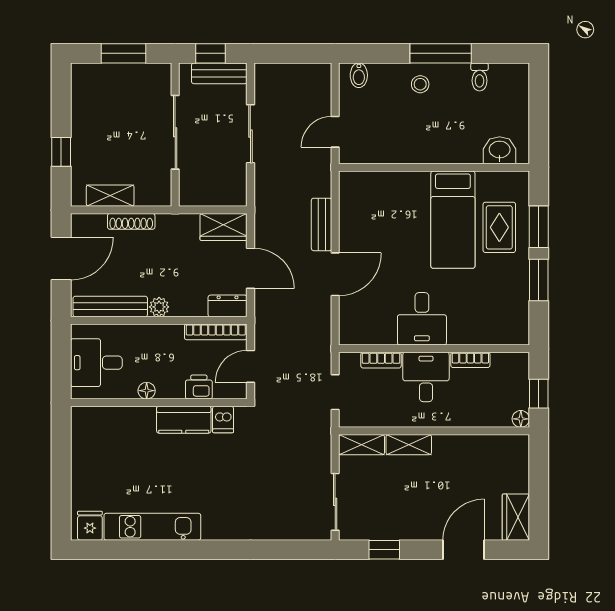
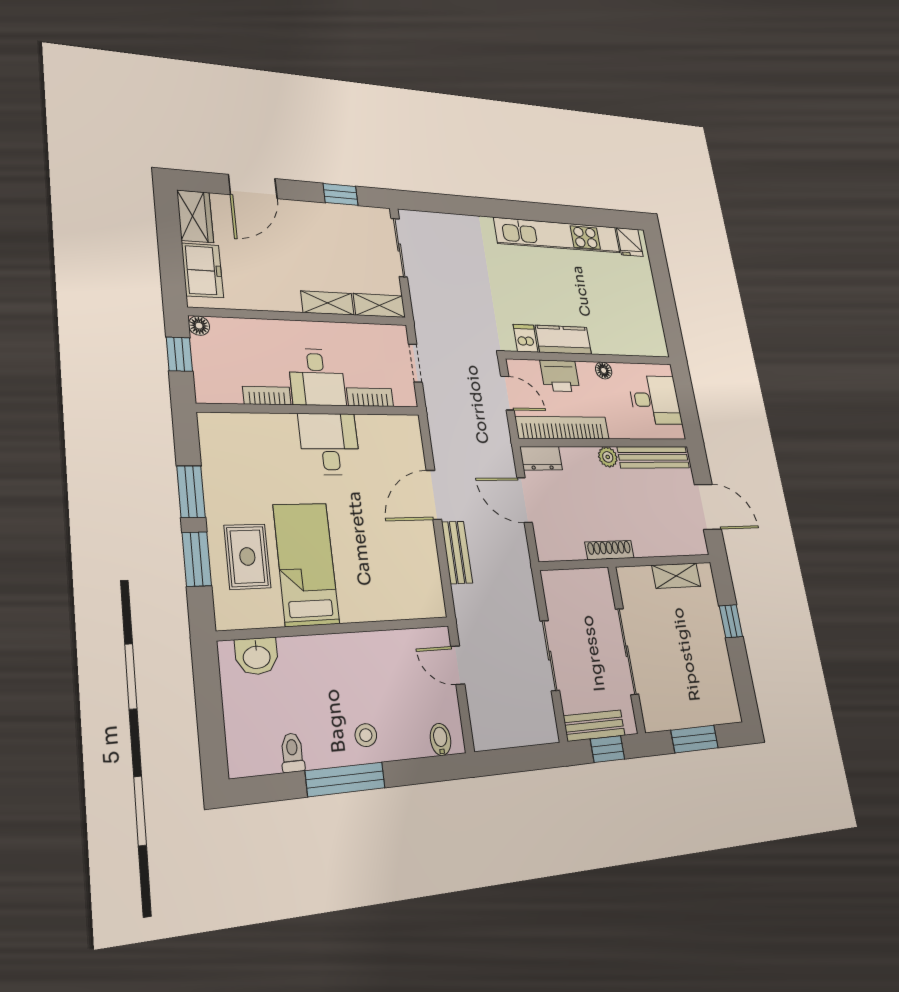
door: (335, 132) -> (458, 665), swing flipped
shoe rack: (131, 221) -> (609, 550), moved
wardrobe: (224, 227) -> (560, 546), removed
door: (61, 258) -> (708, 507), swing flipped
bookcase: (216, 332) -> (562, 428), width x1.48, depth x1.31
door: (250, 366) -> (507, 393), hinge flipped
printer: (199, 387) -> (560, 376), width x1.36, depth x1.24
freezer: (514, 468) -> (202, 270), added
kitchen unit: (152, 527) -> (558, 235), width x1.36

